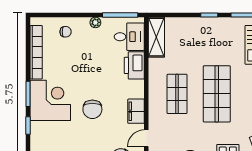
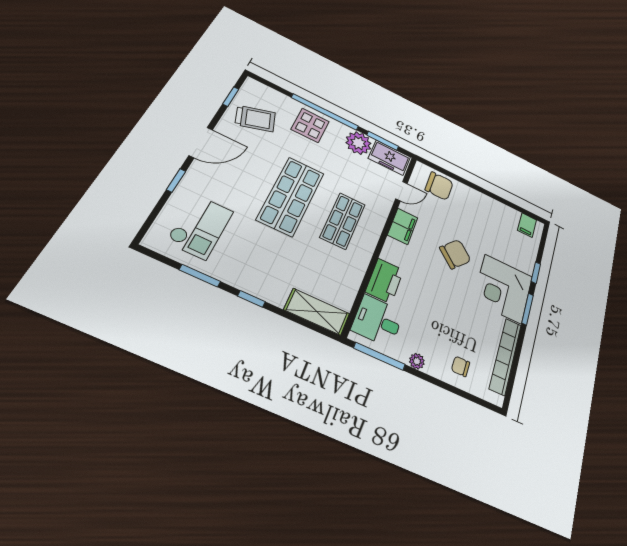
shelving: (156, 37) -> (317, 312), moved, turned 90
chair: (92, 109) -> (455, 254), turned 42

